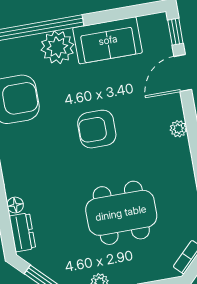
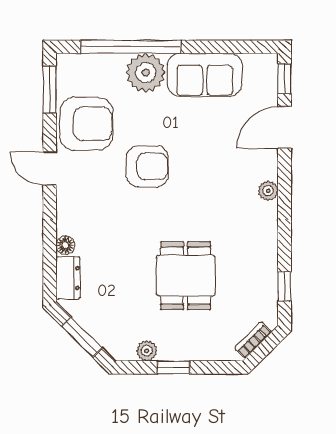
armchair: (97, 129) -> (147, 166), moved, turned 180
dining table: (121, 213) -> (186, 276), width x0.73

